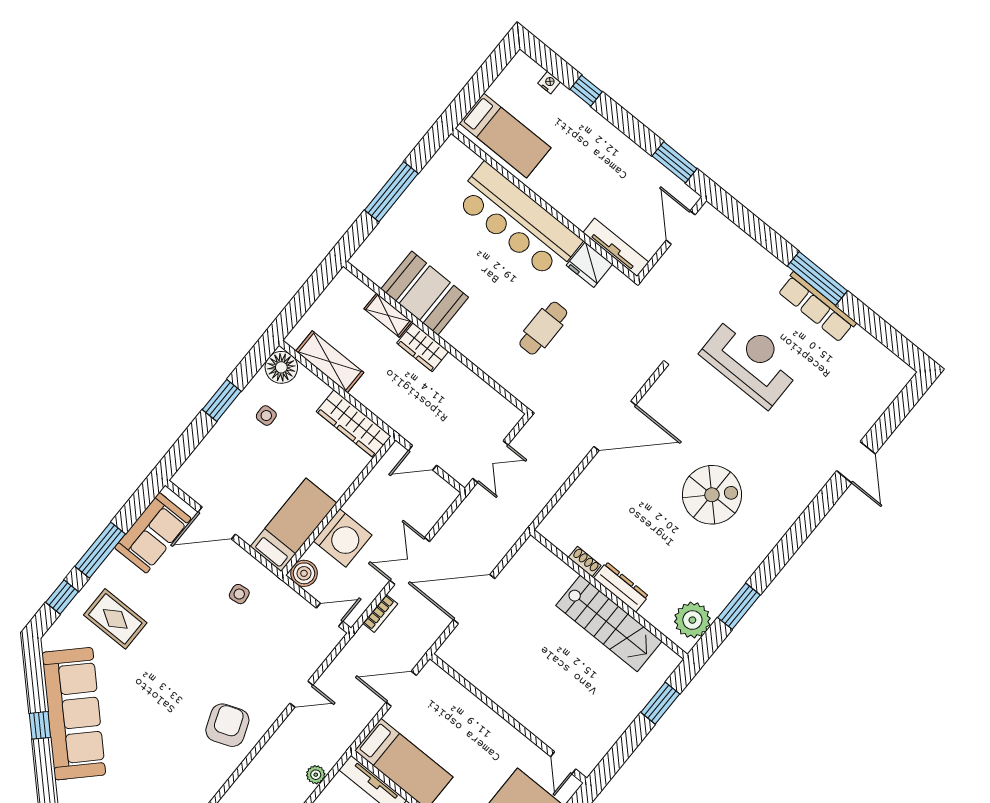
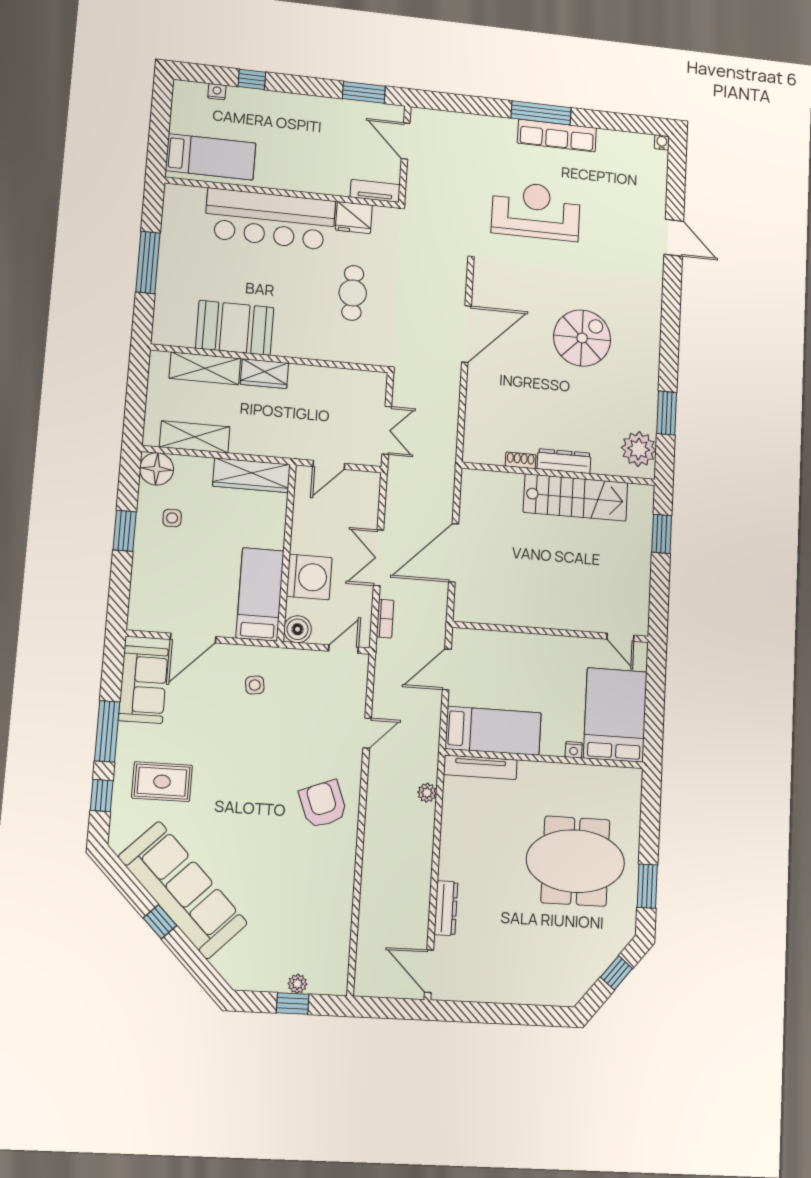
tv unit: (616, 247) -> (375, 191), width x0.71
shelving: (388, 315) -> (205, 368), width x1.50, depth x1.33
water cooler: (907, 373) -> (662, 142), added

